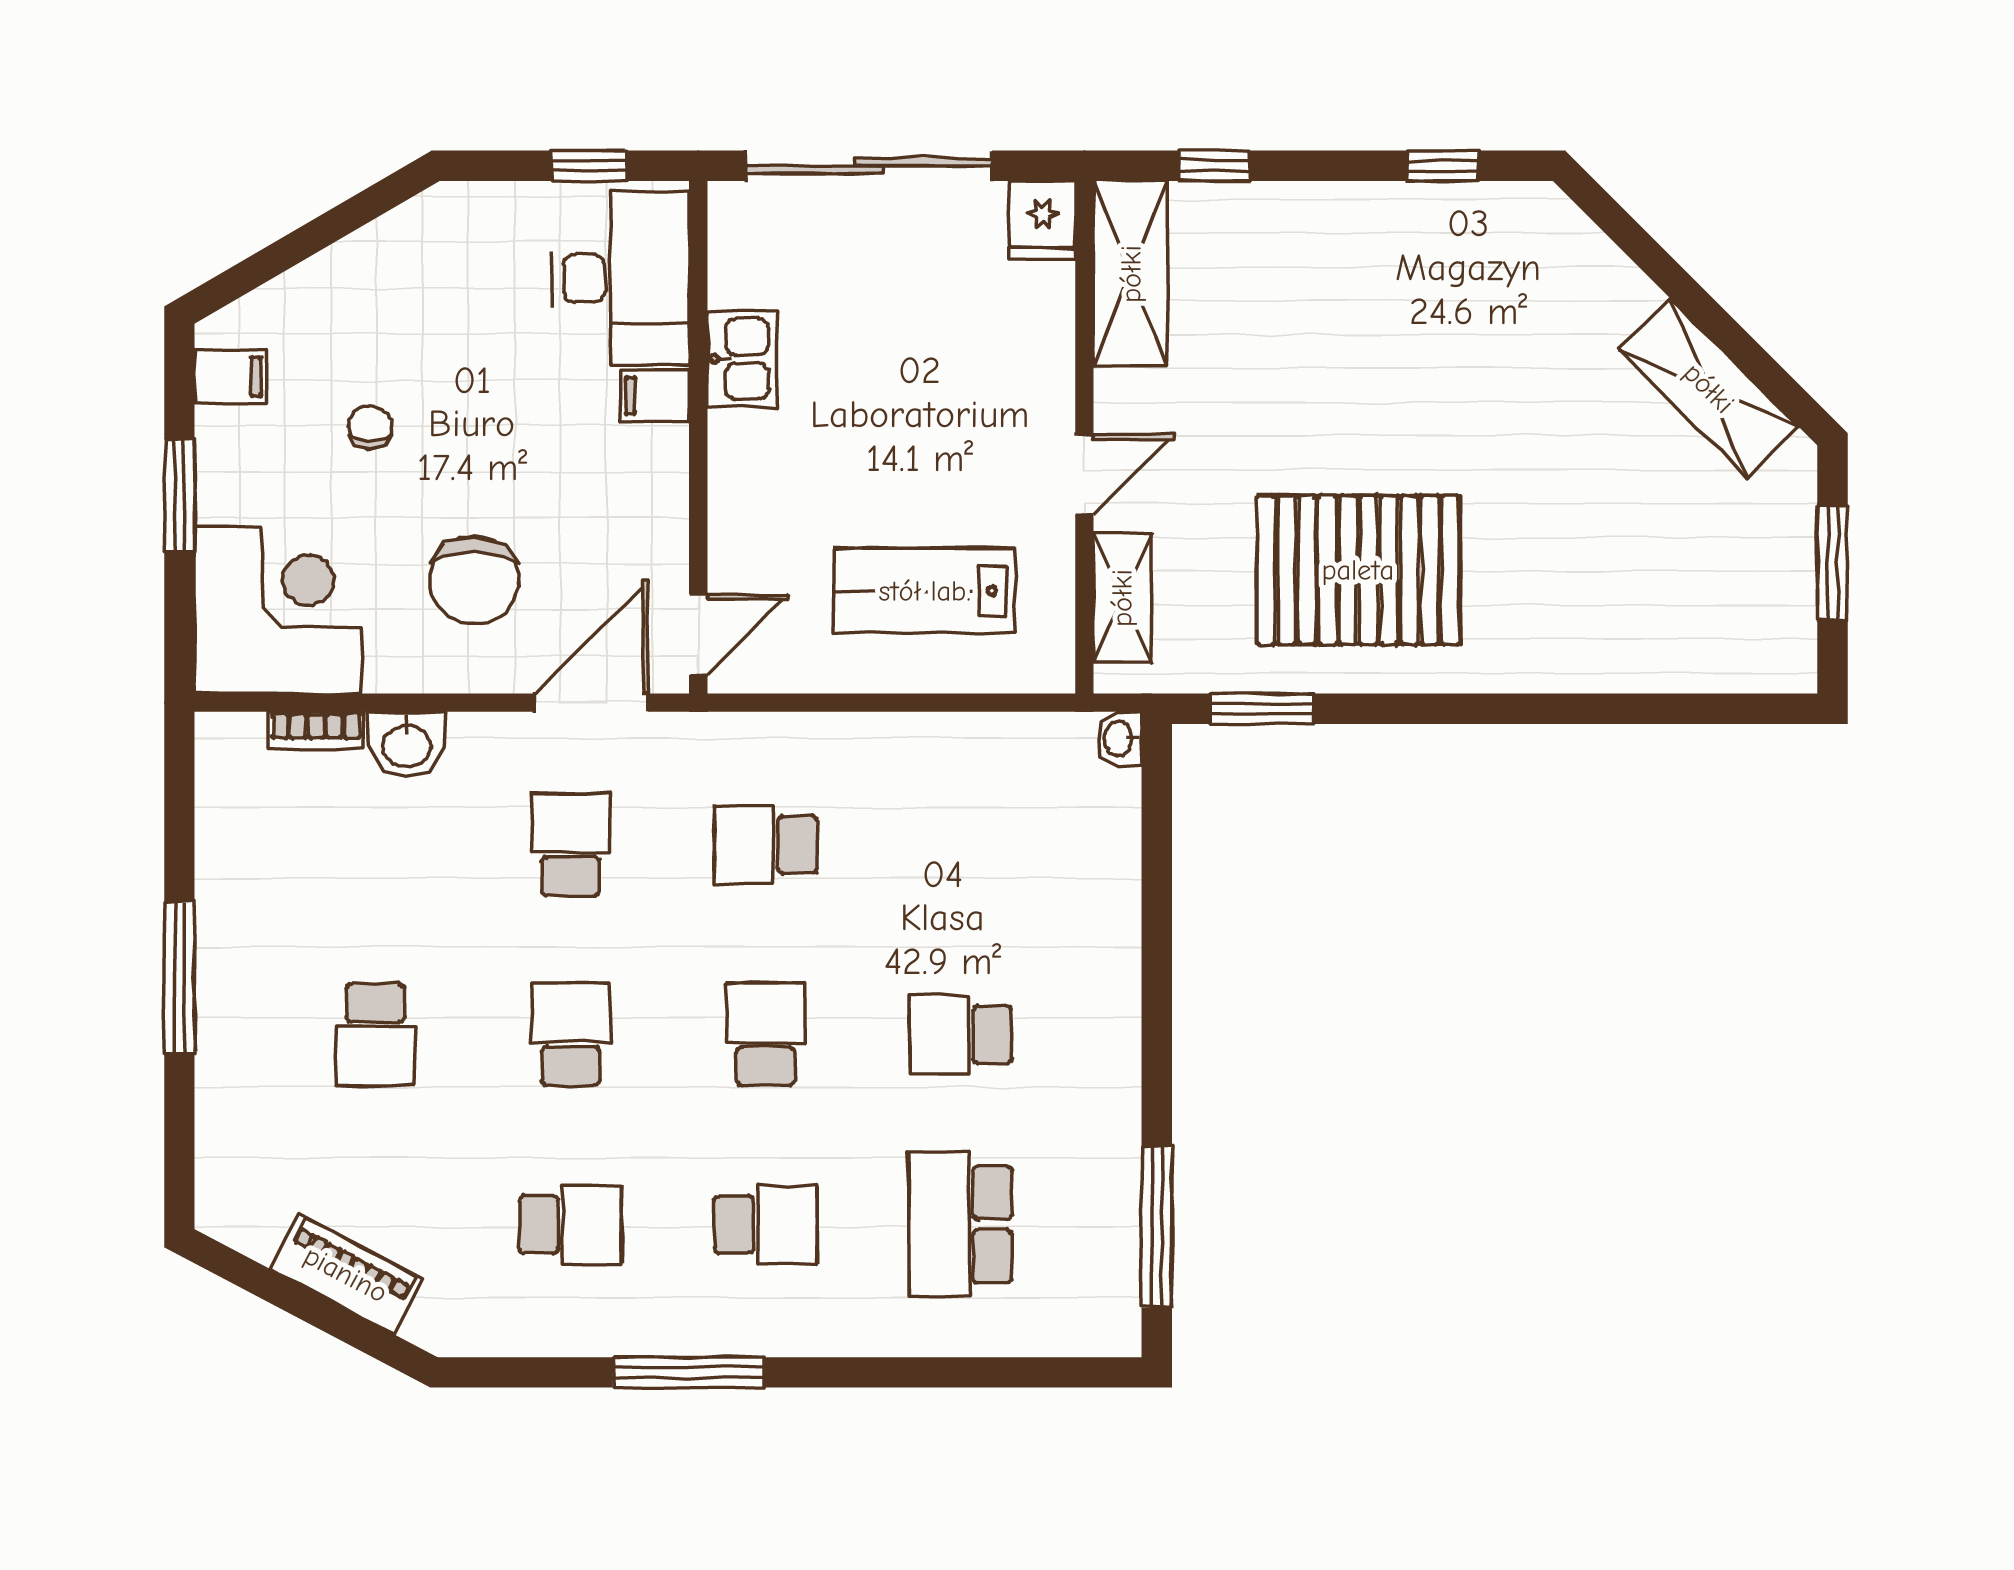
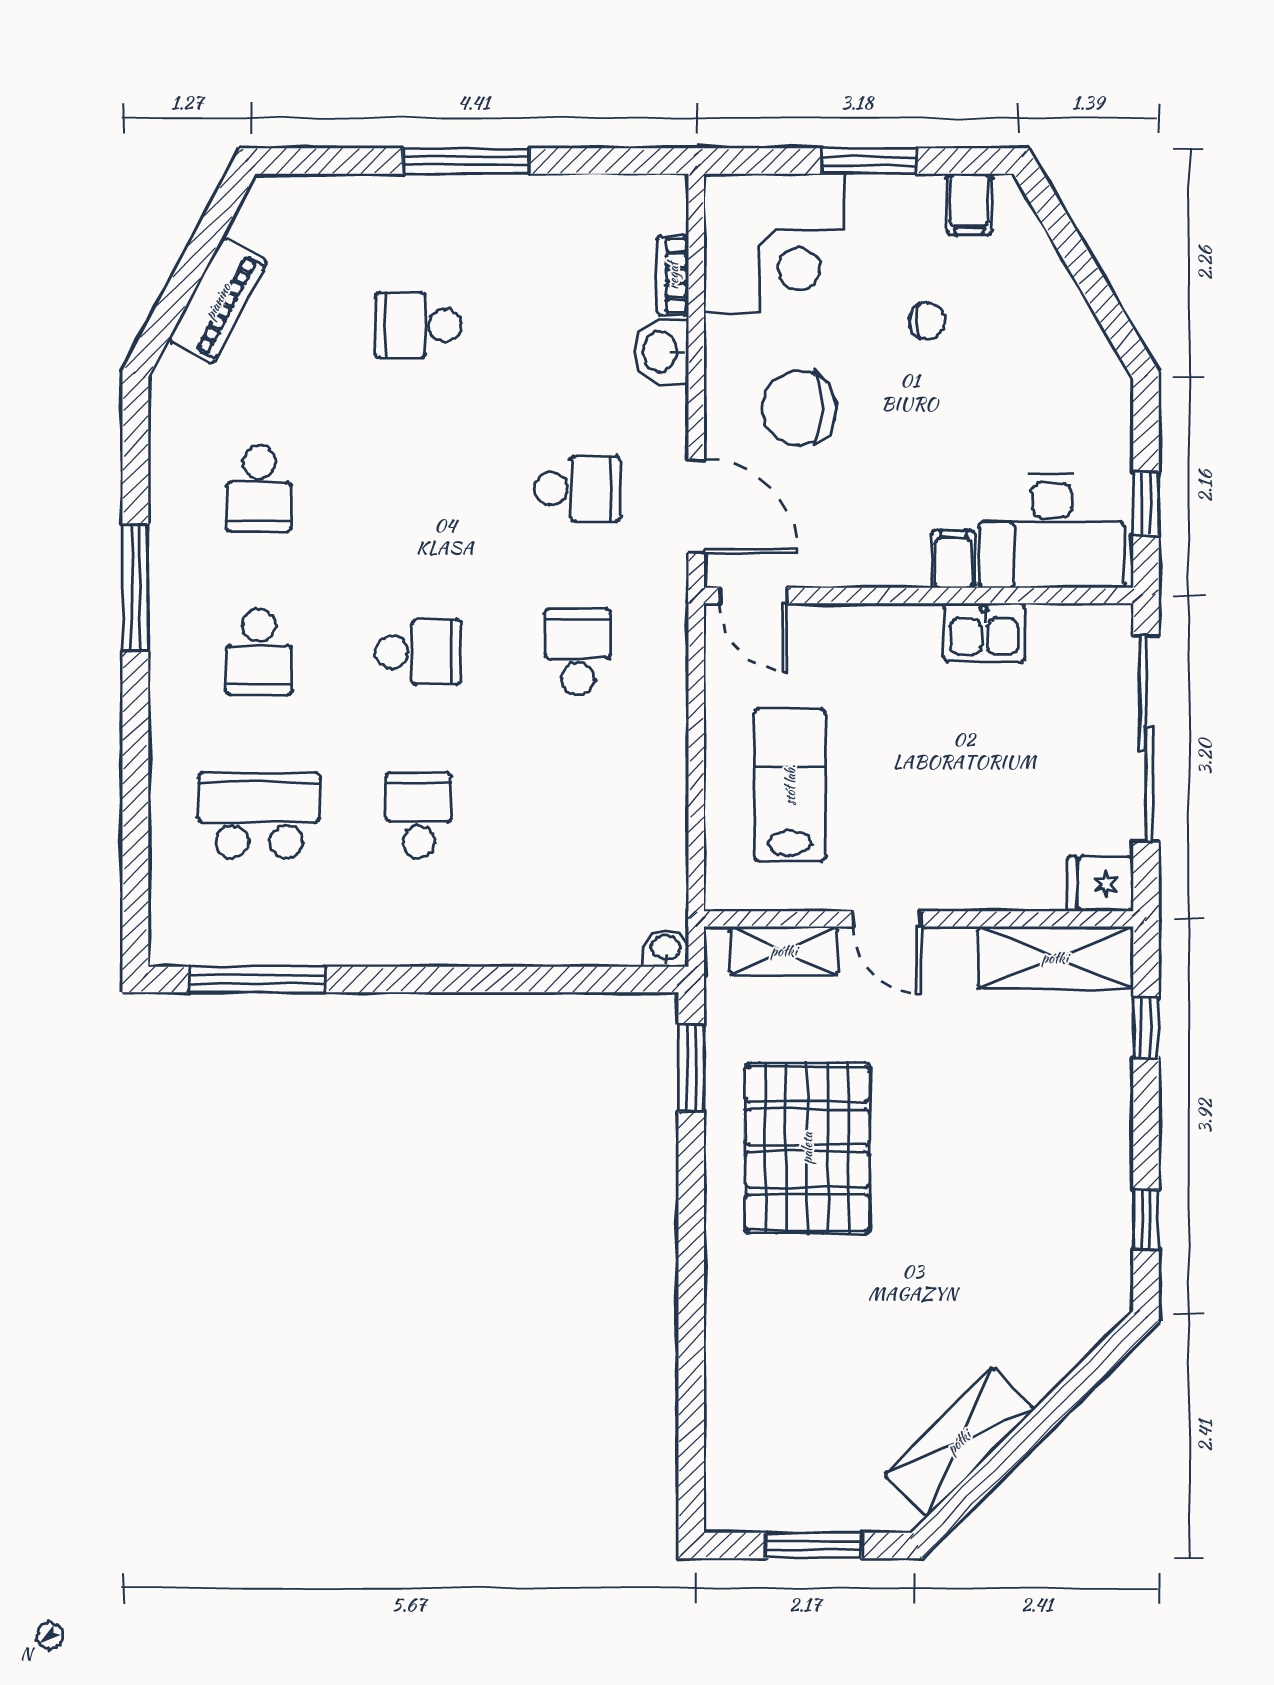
school desk: (571, 1034) -> (418, 489), removed

